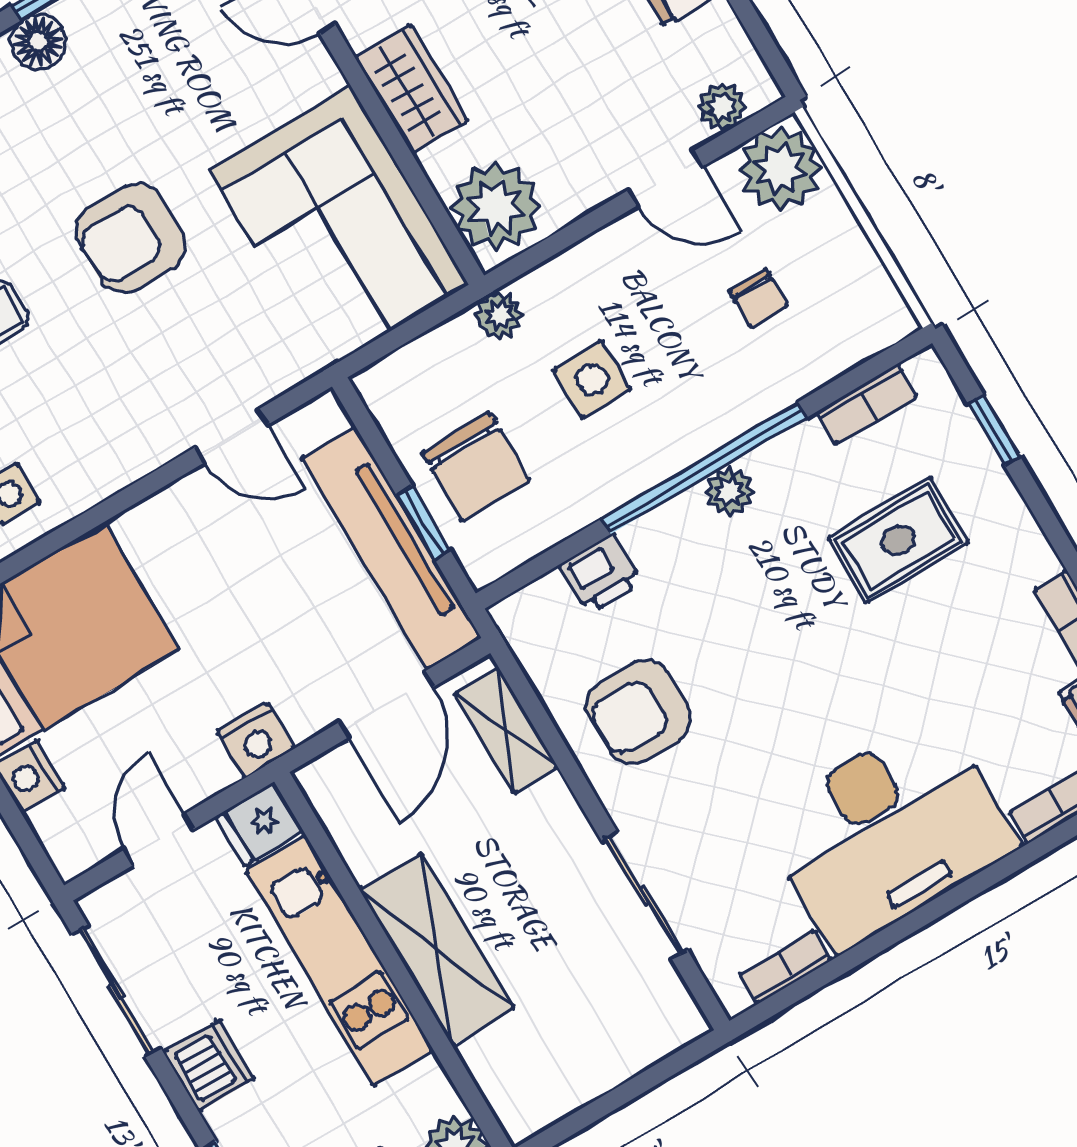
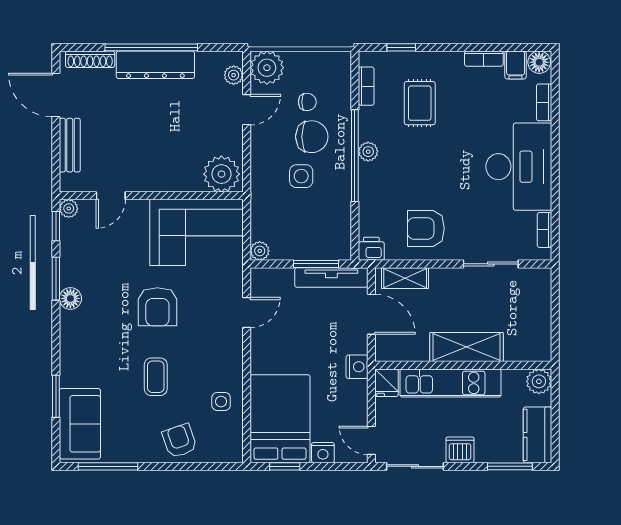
wardrobe: (411, 89) -> (164, 179), removed
plant: (499, 315) -> (260, 251), moved
chair: (476, 467) -> (312, 137), moved
window: (423, 522) -> (316, 264), width x1.50
tv unit: (391, 548) -> (331, 277), width x0.73, depth x0.78
printer: (601, 574) -> (371, 249), moved, turned -90
armchair: (638, 712) -> (426, 228), turned 90
door: (159, 840) -> (371, 440), moved

